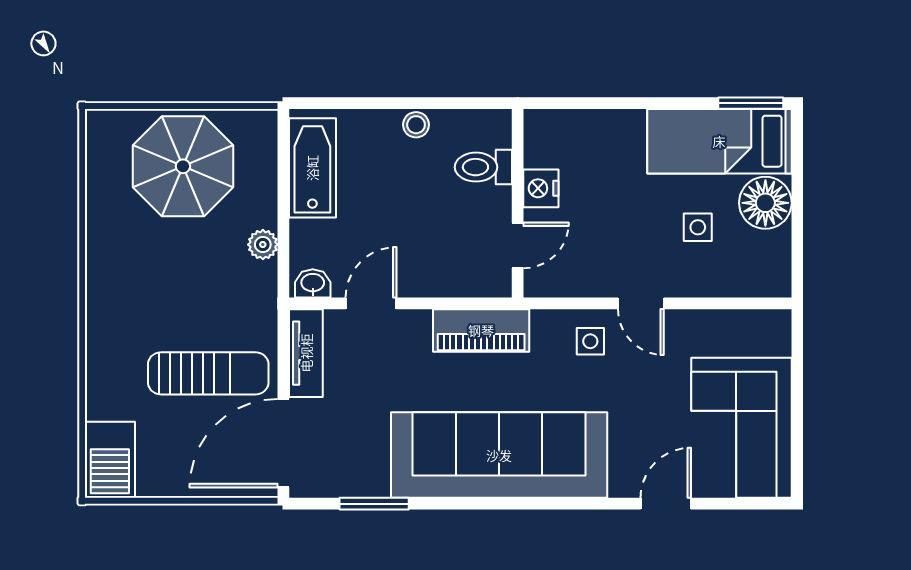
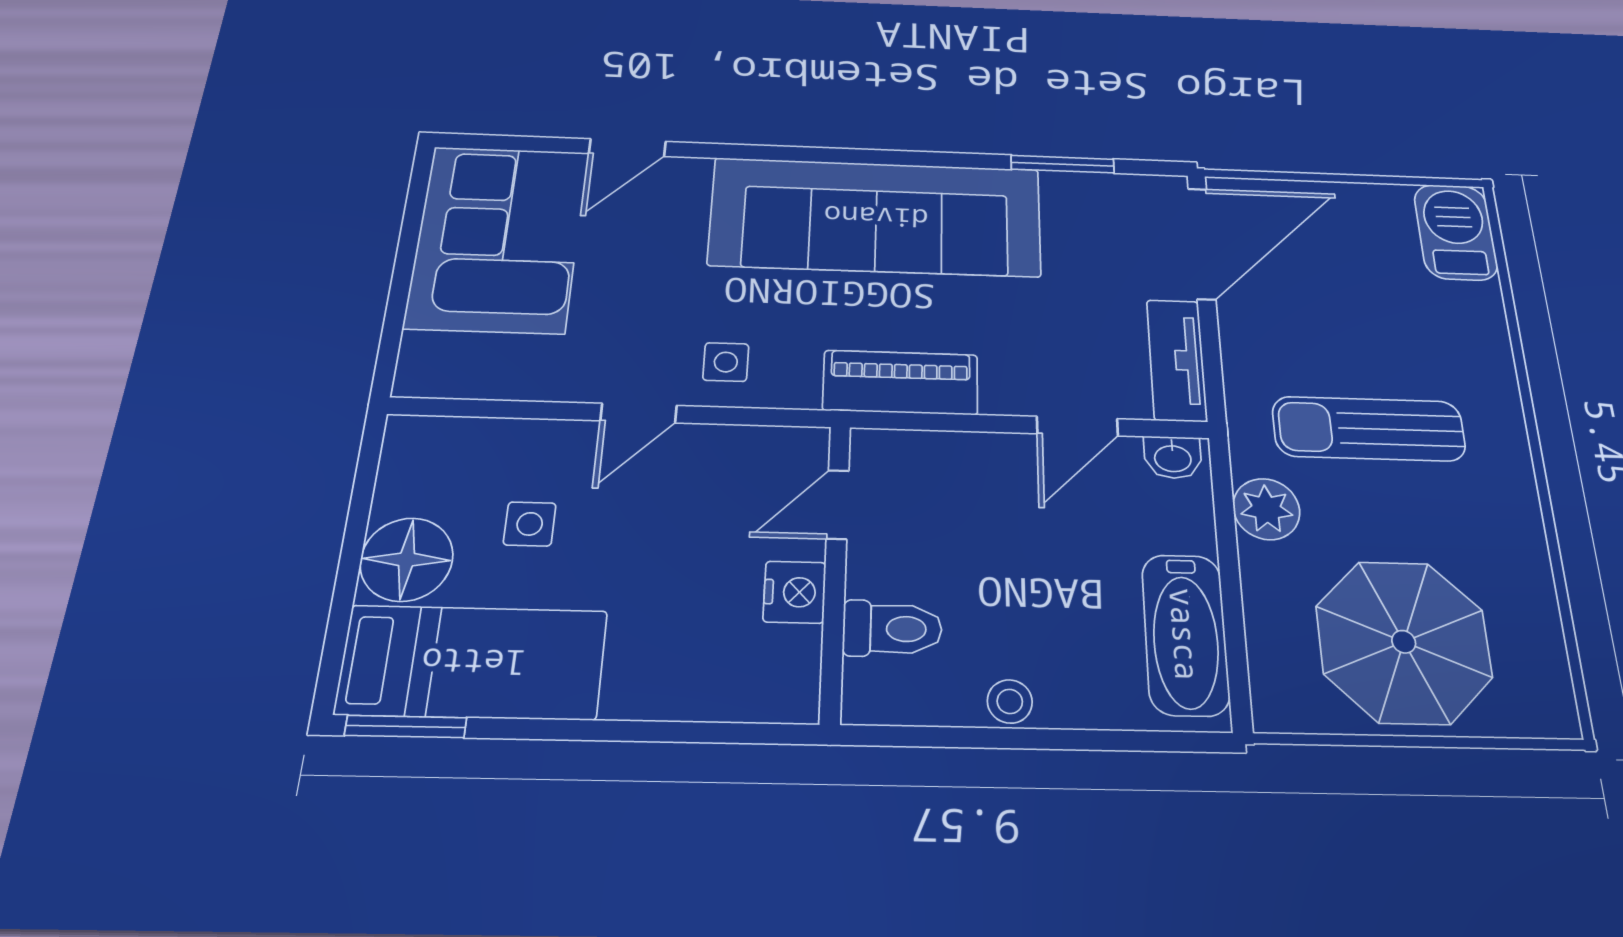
plant: (263, 245) -> (1266, 509), width x1.38, depth x1.38
door: (641, 303) -> (639, 413), swing flipped
sun lounger: (208, 373) -> (1369, 429), moved

